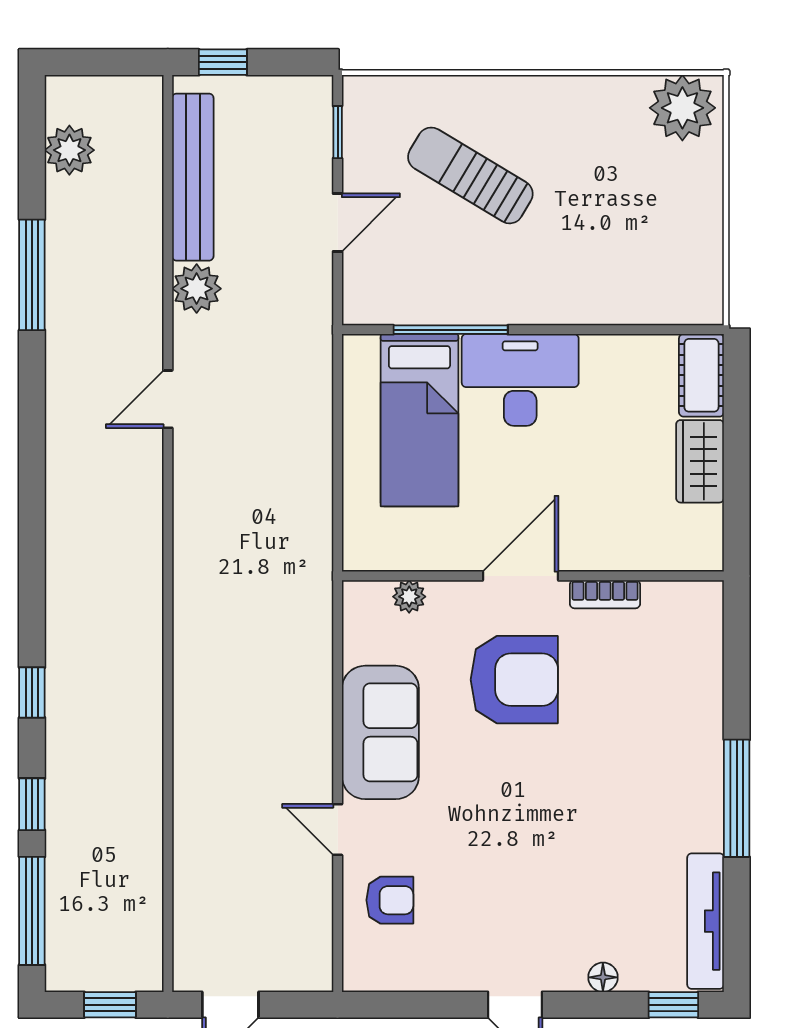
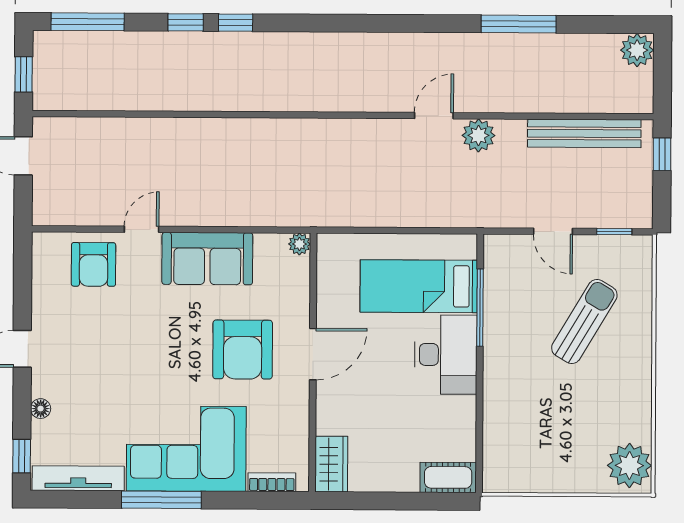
plant: (69, 150) -> (637, 50), moved
plant: (197, 289) -> (479, 135), moved
door: (168, 399) -> (434, 116), hinge flipped
wardrobe: (700, 461) -> (331, 464), moved, turned 90
door: (520, 576) -> (313, 354), hinge flipped
bookcase: (605, 594) -> (272, 482), moved, turned 90
plant: (409, 597) -> (299, 244), moved
corner sofa: (661, 762) -> (186, 449), added
window: (32, 804) -> (186, 22), moved
armchair: (390, 900) -> (94, 264), width x1.38, depth x1.38

